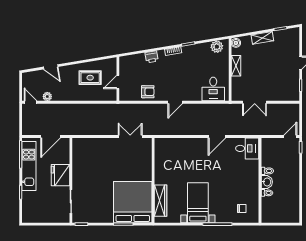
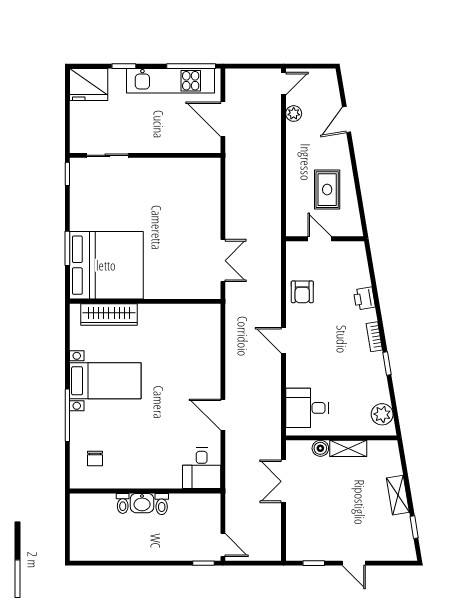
boiler: (236, 43) -> (320, 448), moved
fridge: (60, 175) -> (89, 85), moved, turned 180

